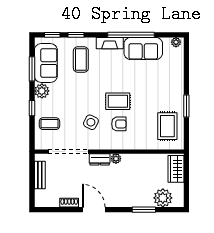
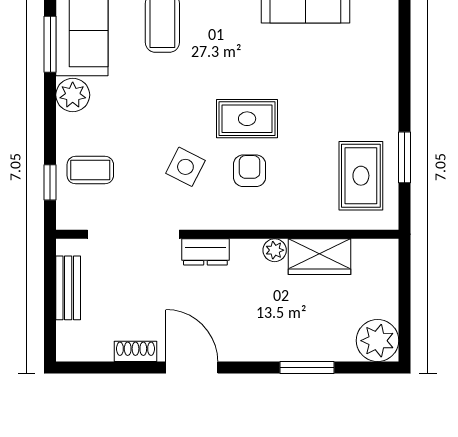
window: (186, 106) -> (405, 157), moved
window: (32, 108) -> (50, 182), moved
armchair: (119, 124) -> (250, 171), turned -90
plant: (116, 159) -> (275, 250), moved
wardrobe: (176, 169) -> (320, 257), moved, turned -90
plant: (163, 198) -> (378, 341), moved

